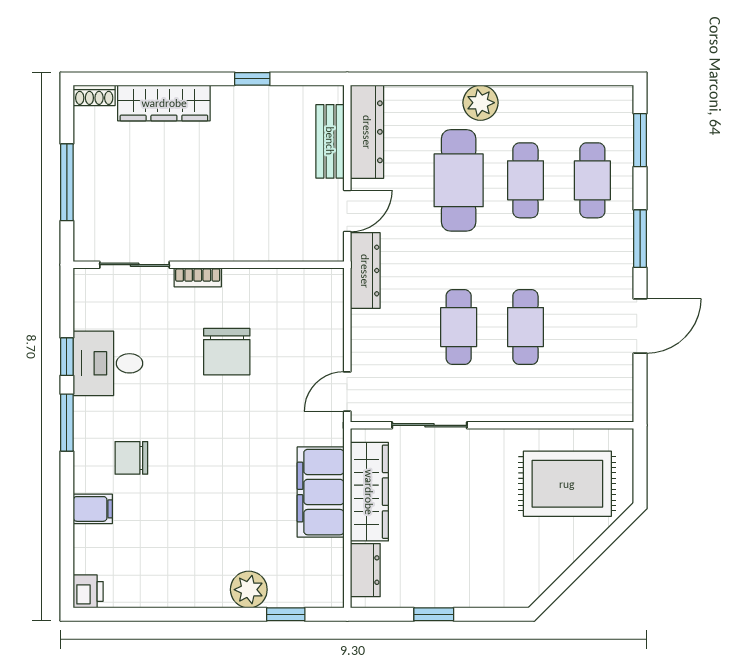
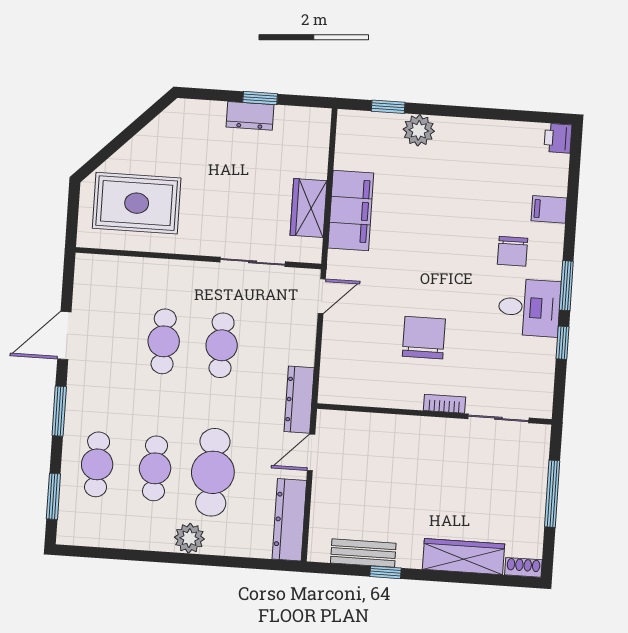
bench: (330, 141) -> (363, 553), moved, turned 90
desk: (108, 363) -> (529, 308), moved
chair: (131, 458) -> (513, 251), turned 90
wardrobe: (369, 492) -> (309, 208), width x0.67
dresser: (365, 570) -> (250, 116), moved, turned -90

